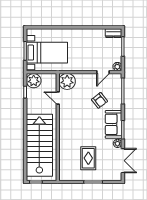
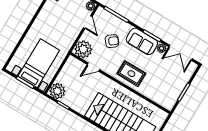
plant: (67, 81) -> (83, 49), moved
door: (58, 98) -> (93, 67), moved
wall: (58, 127) -> (120, 83), moved
rug: (88, 158) -> (131, 74), moved
double door: (123, 161) -> (180, 53), swing flipped

